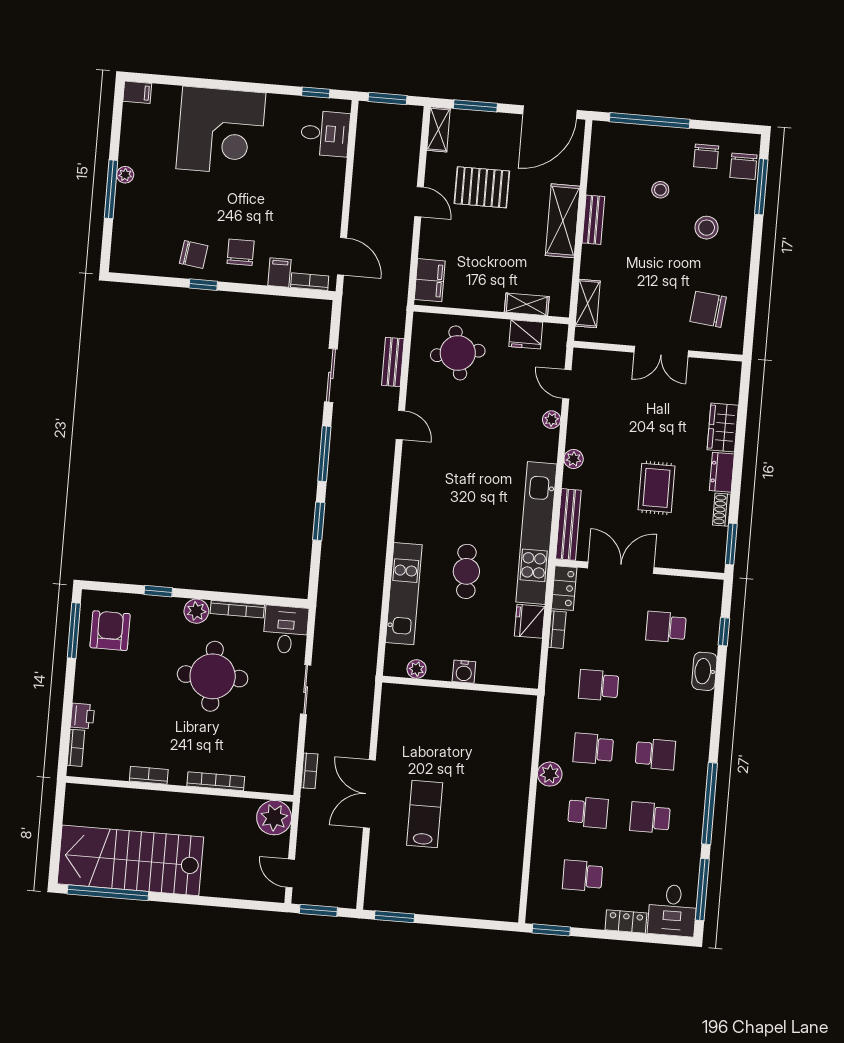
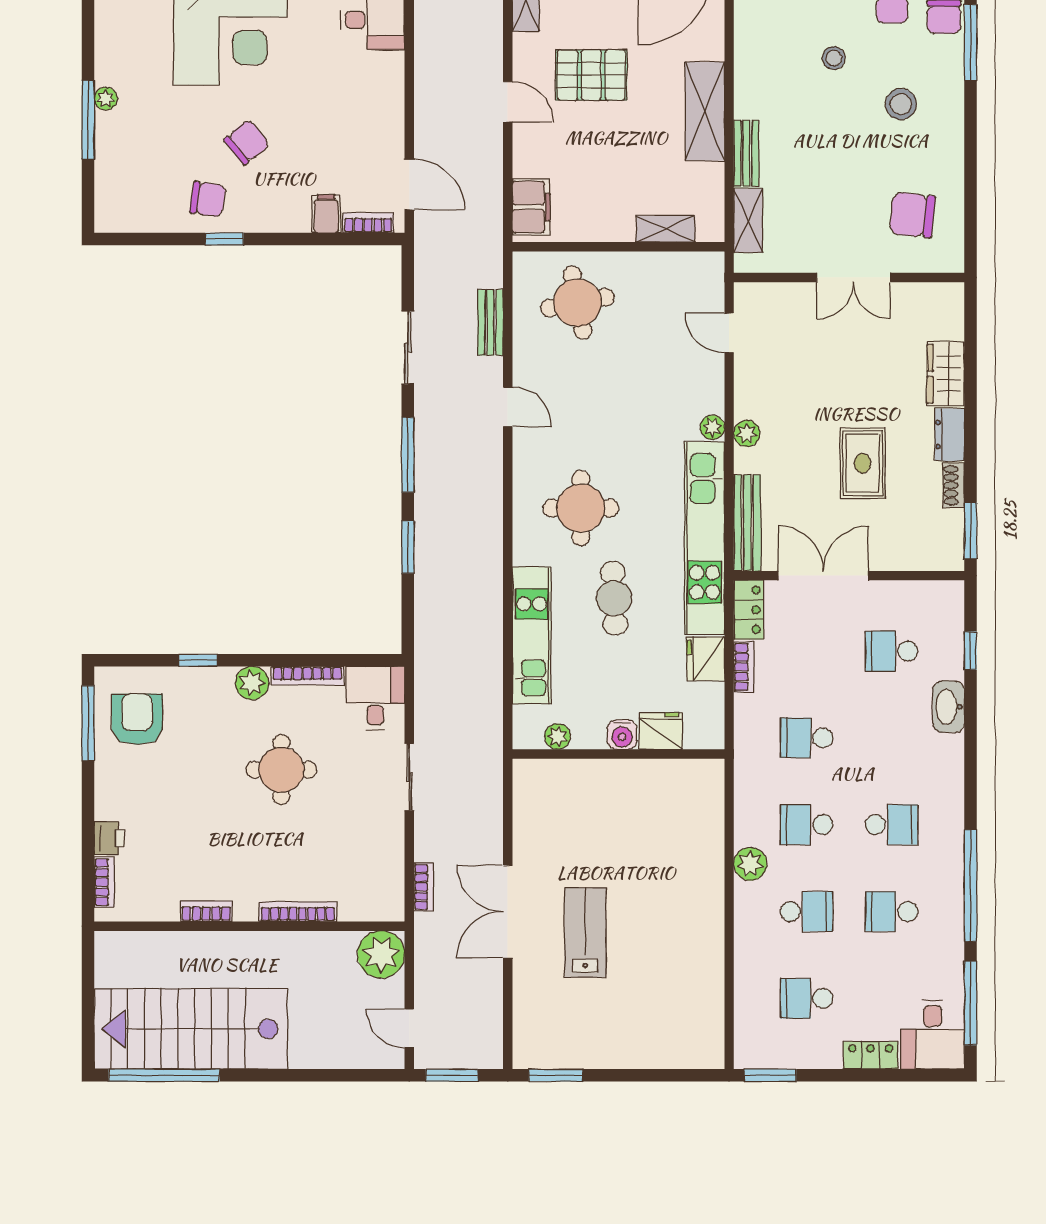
bench: (593, 220) -> (746, 153), moved
chair: (241, 252) -> (247, 142), moved, turned 51
fridge: (526, 334) -> (661, 731), moved, turned 180
plant: (552, 420) -> (712, 427), moved
round table: (448, 503) -> (581, 508), added
round table: (213, 676) -> (281, 770), width x0.73, depth x0.73

